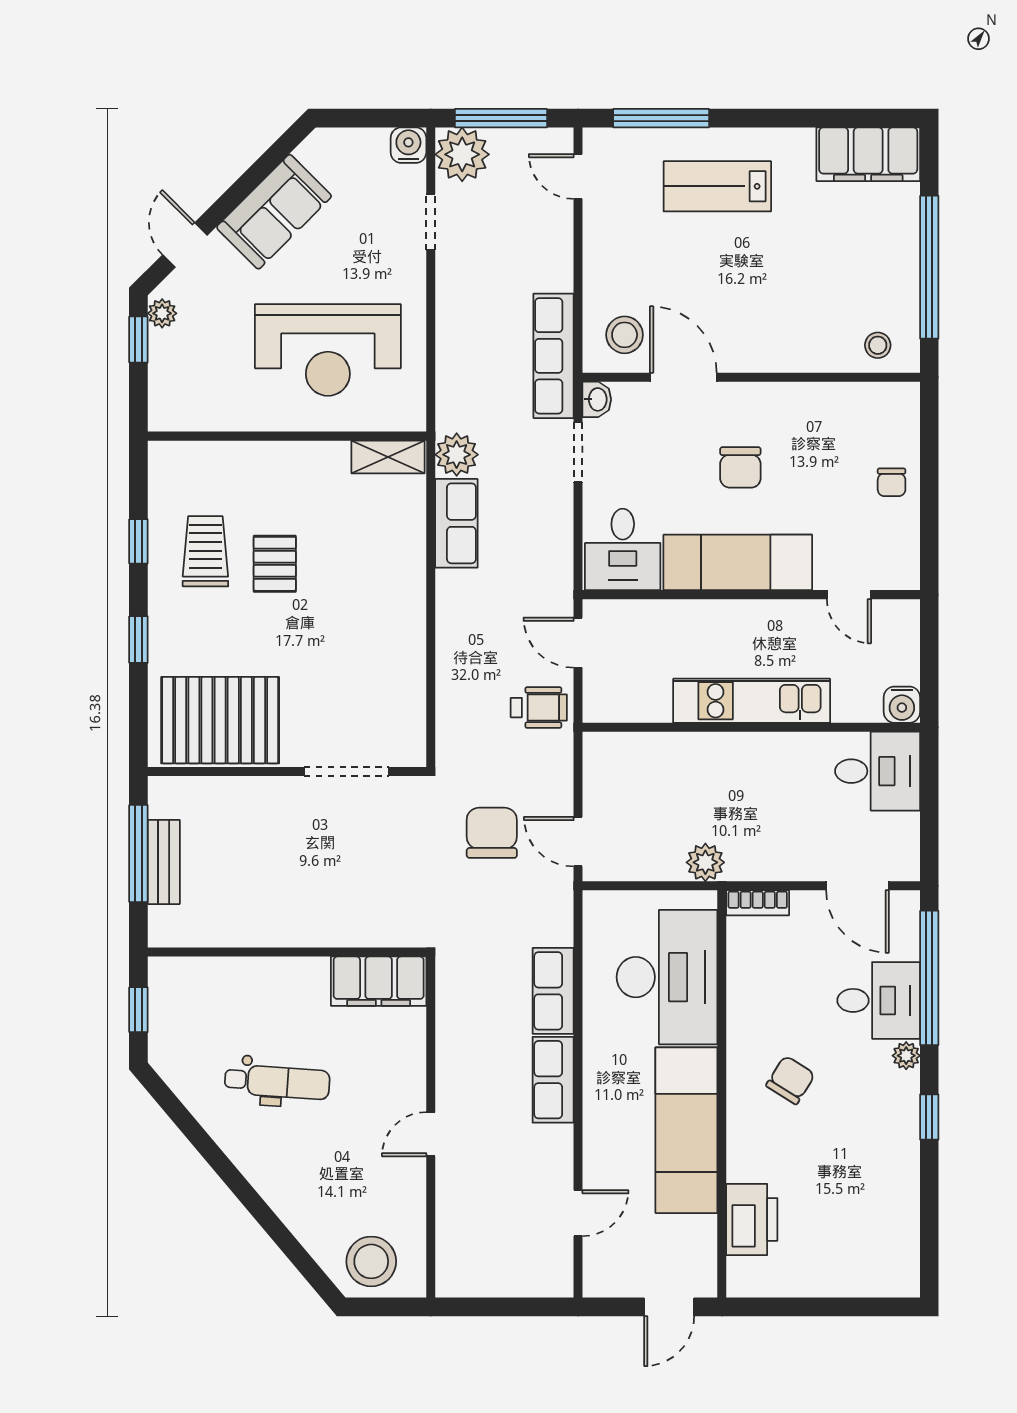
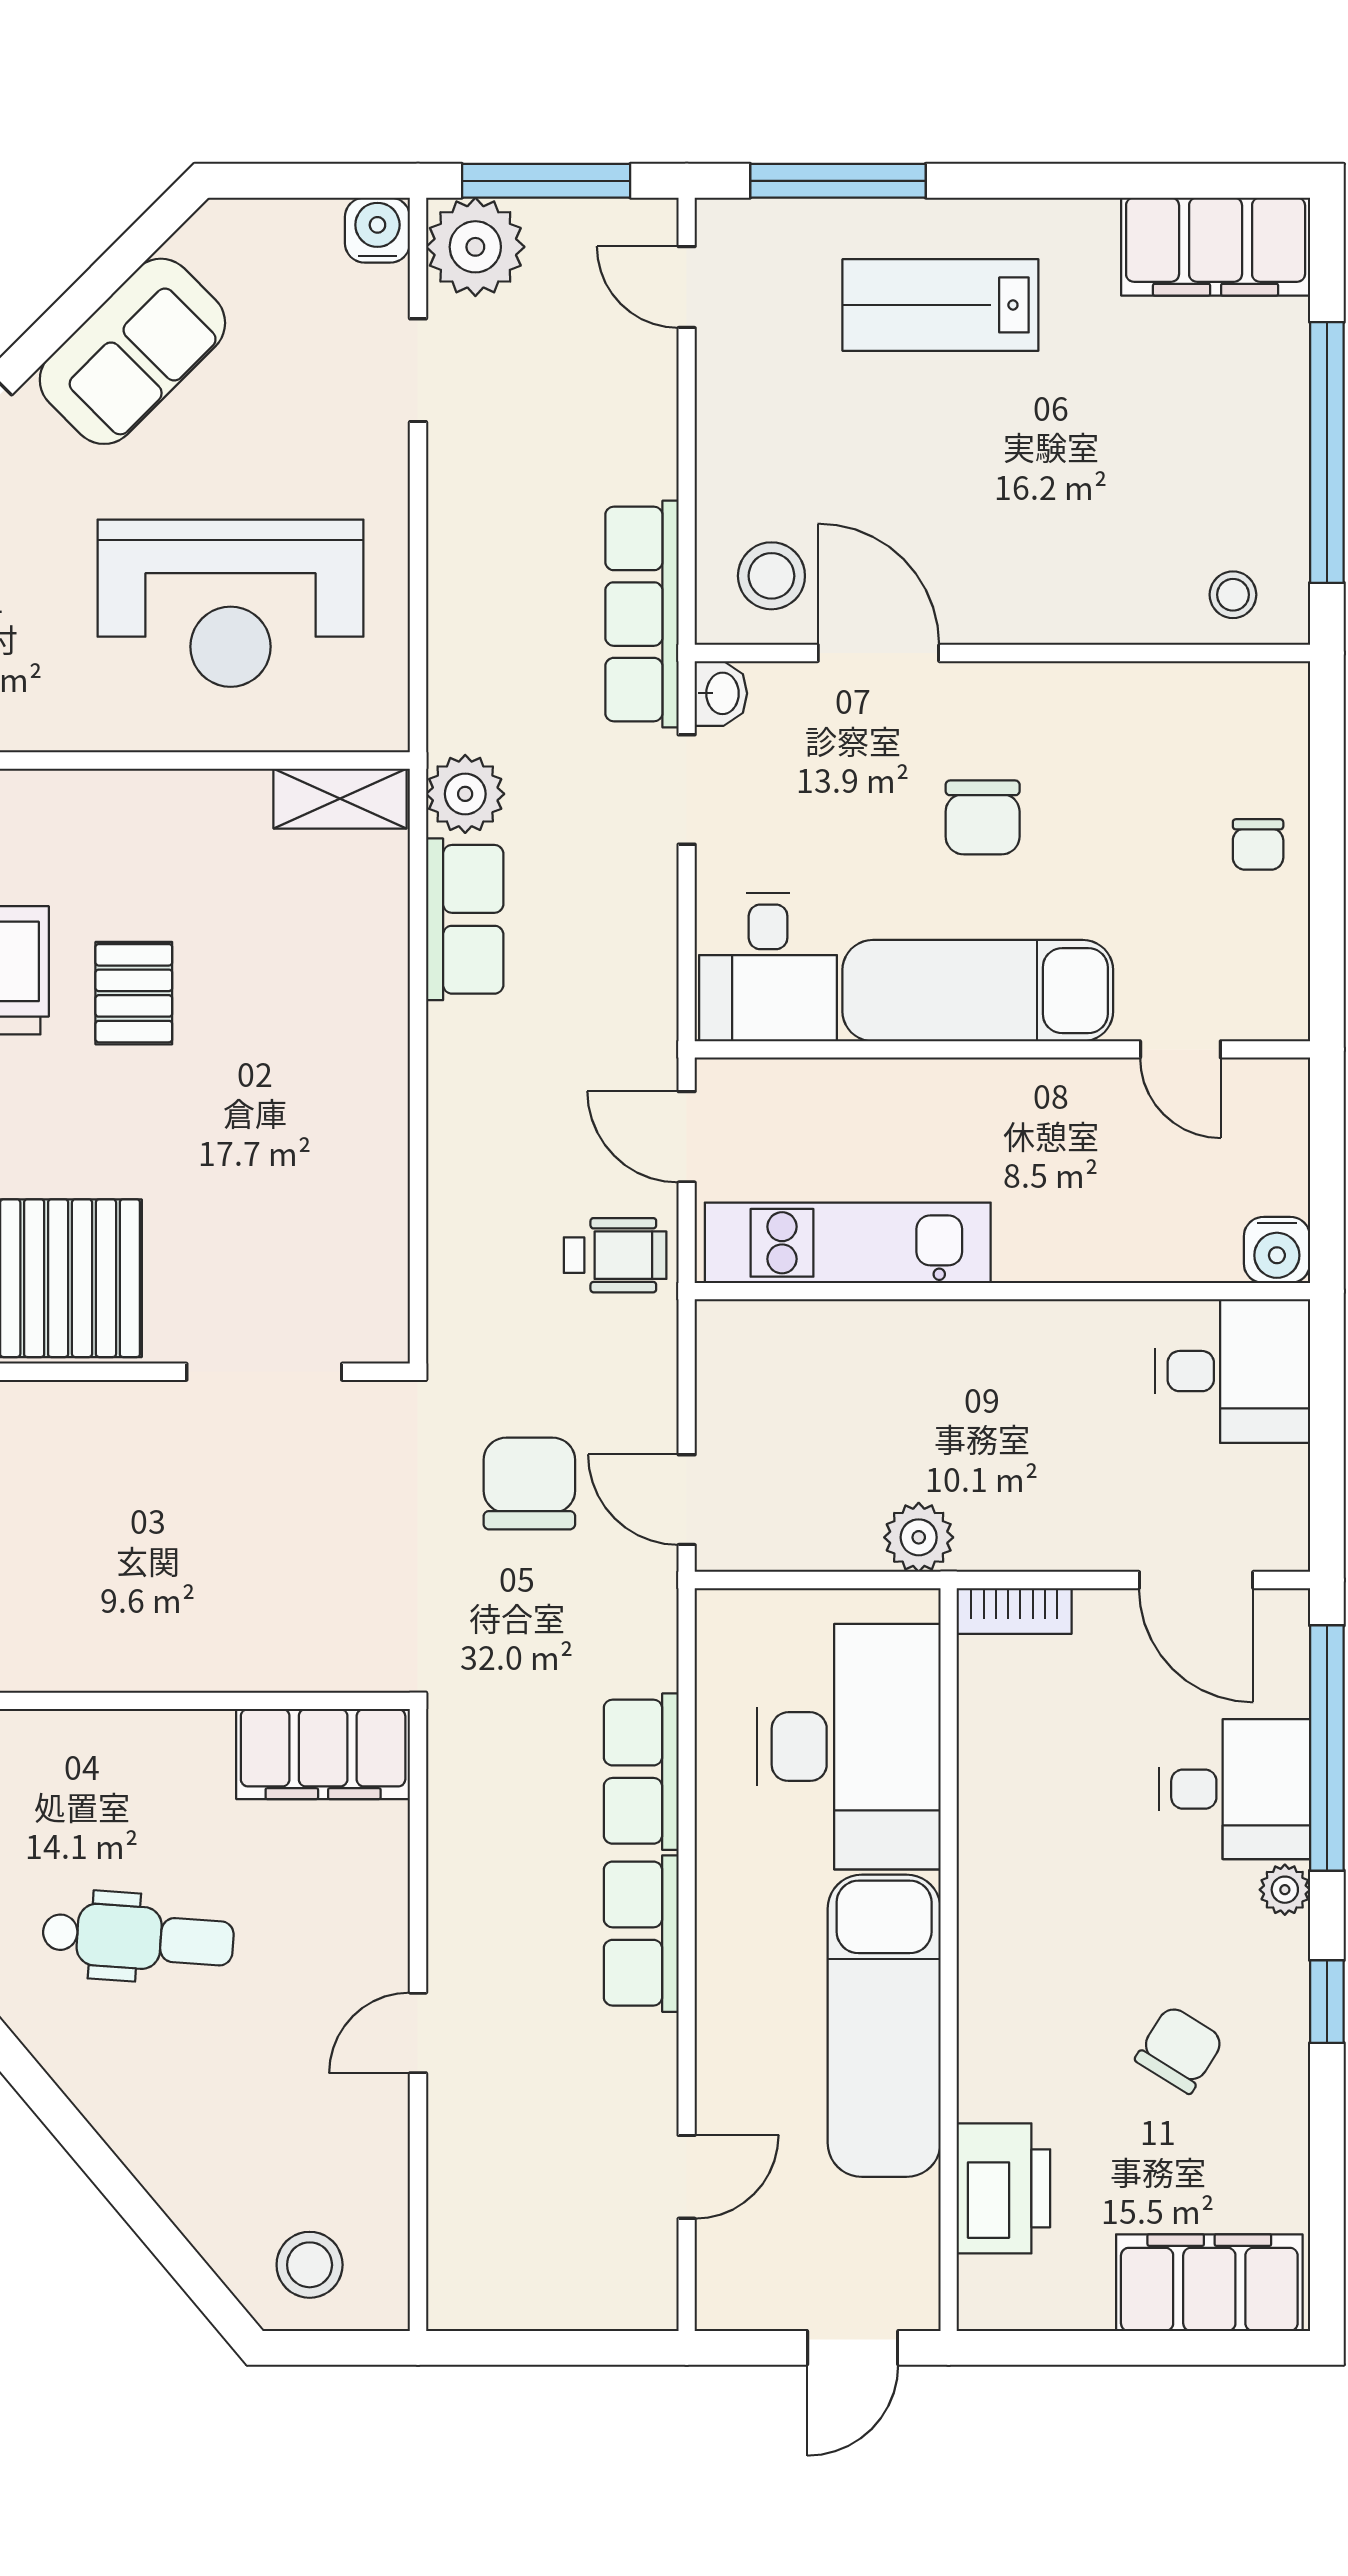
kitchen unit: (752, 701) -> (848, 1243), moved
chair: (791, 1080) -> (1180, 2049), moved
stool: (371, 1261) -> (310, 2265), width x0.73, depth x0.73
filing cabinet: (865, 1271) -> (1209, 2283), added

